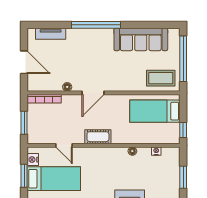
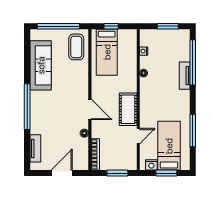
window: (183, 130) -> (111, 26), moved
cot: (98, 137) -> (128, 109), width x1.37, depth x1.34

